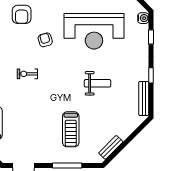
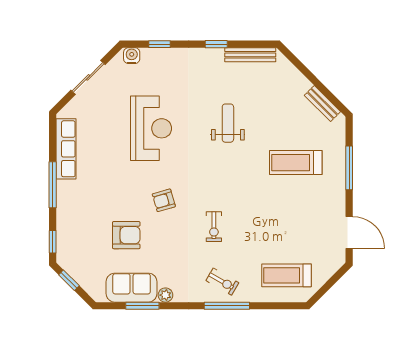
reception desk: (94, 31) -> (151, 128), width x0.74, depth x0.77
treadmill: (71, 129) -> (296, 163), turned 180

